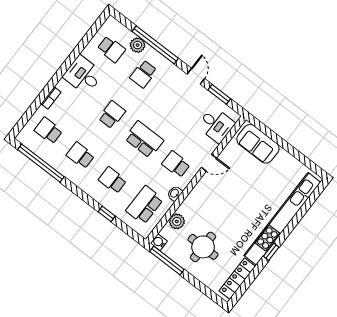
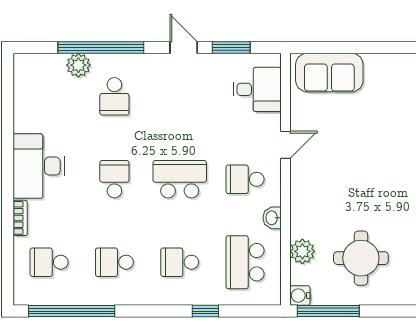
school desk: (111, 49) -> (49, 96), removed
desk: (83, 75) -> (39, 166), width x1.37

